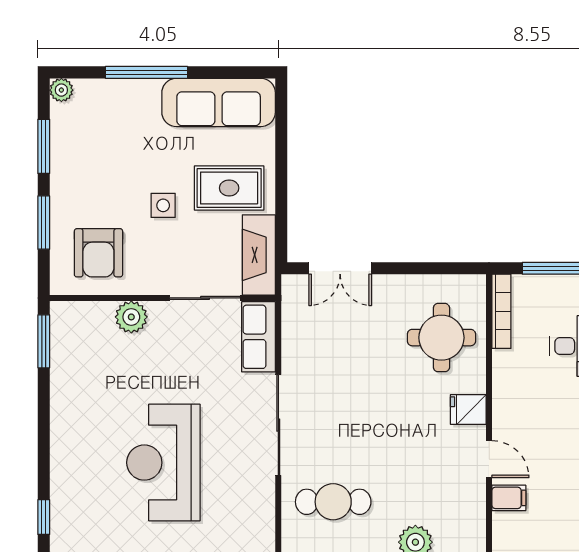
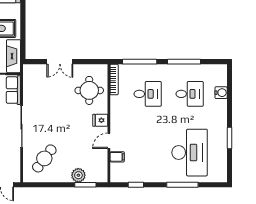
double door: (340, 268) -> (60, 62), moved
door: (489, 459) -> (109, 141), swing flipped
cafe table: (333, 502) -> (44, 158), turned -53

